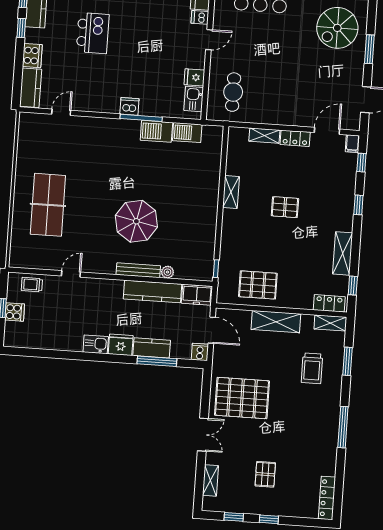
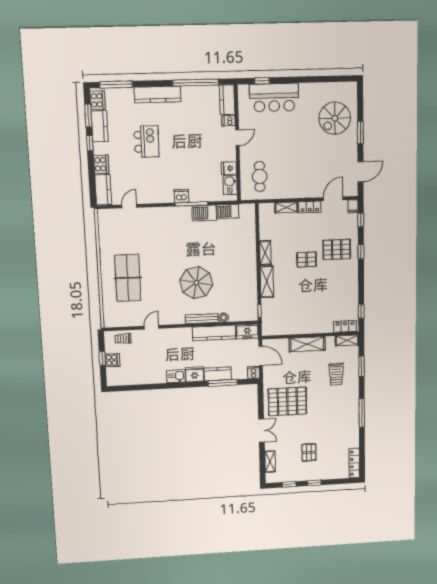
shelving: (343, 253) -> (267, 282), moved
pallet: (258, 285) -> (337, 250), moved

